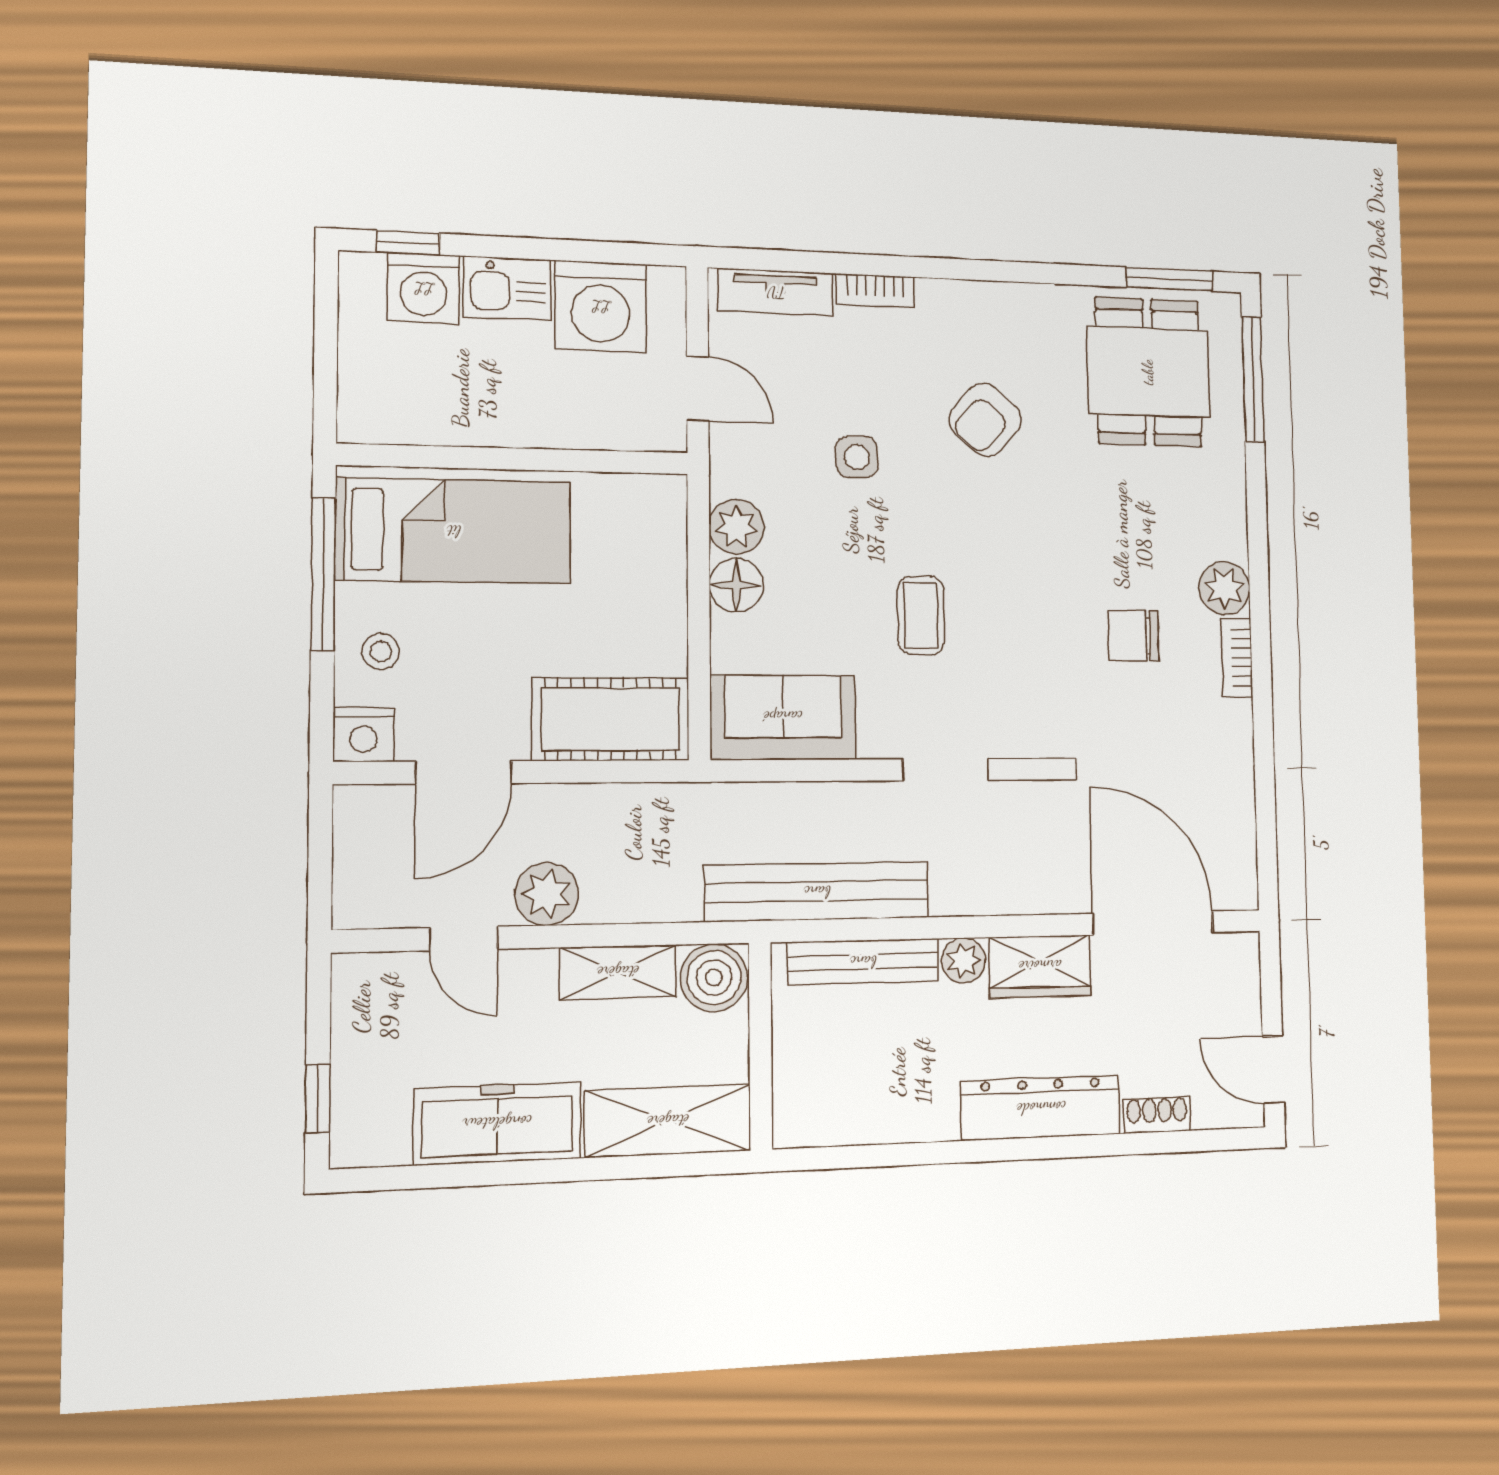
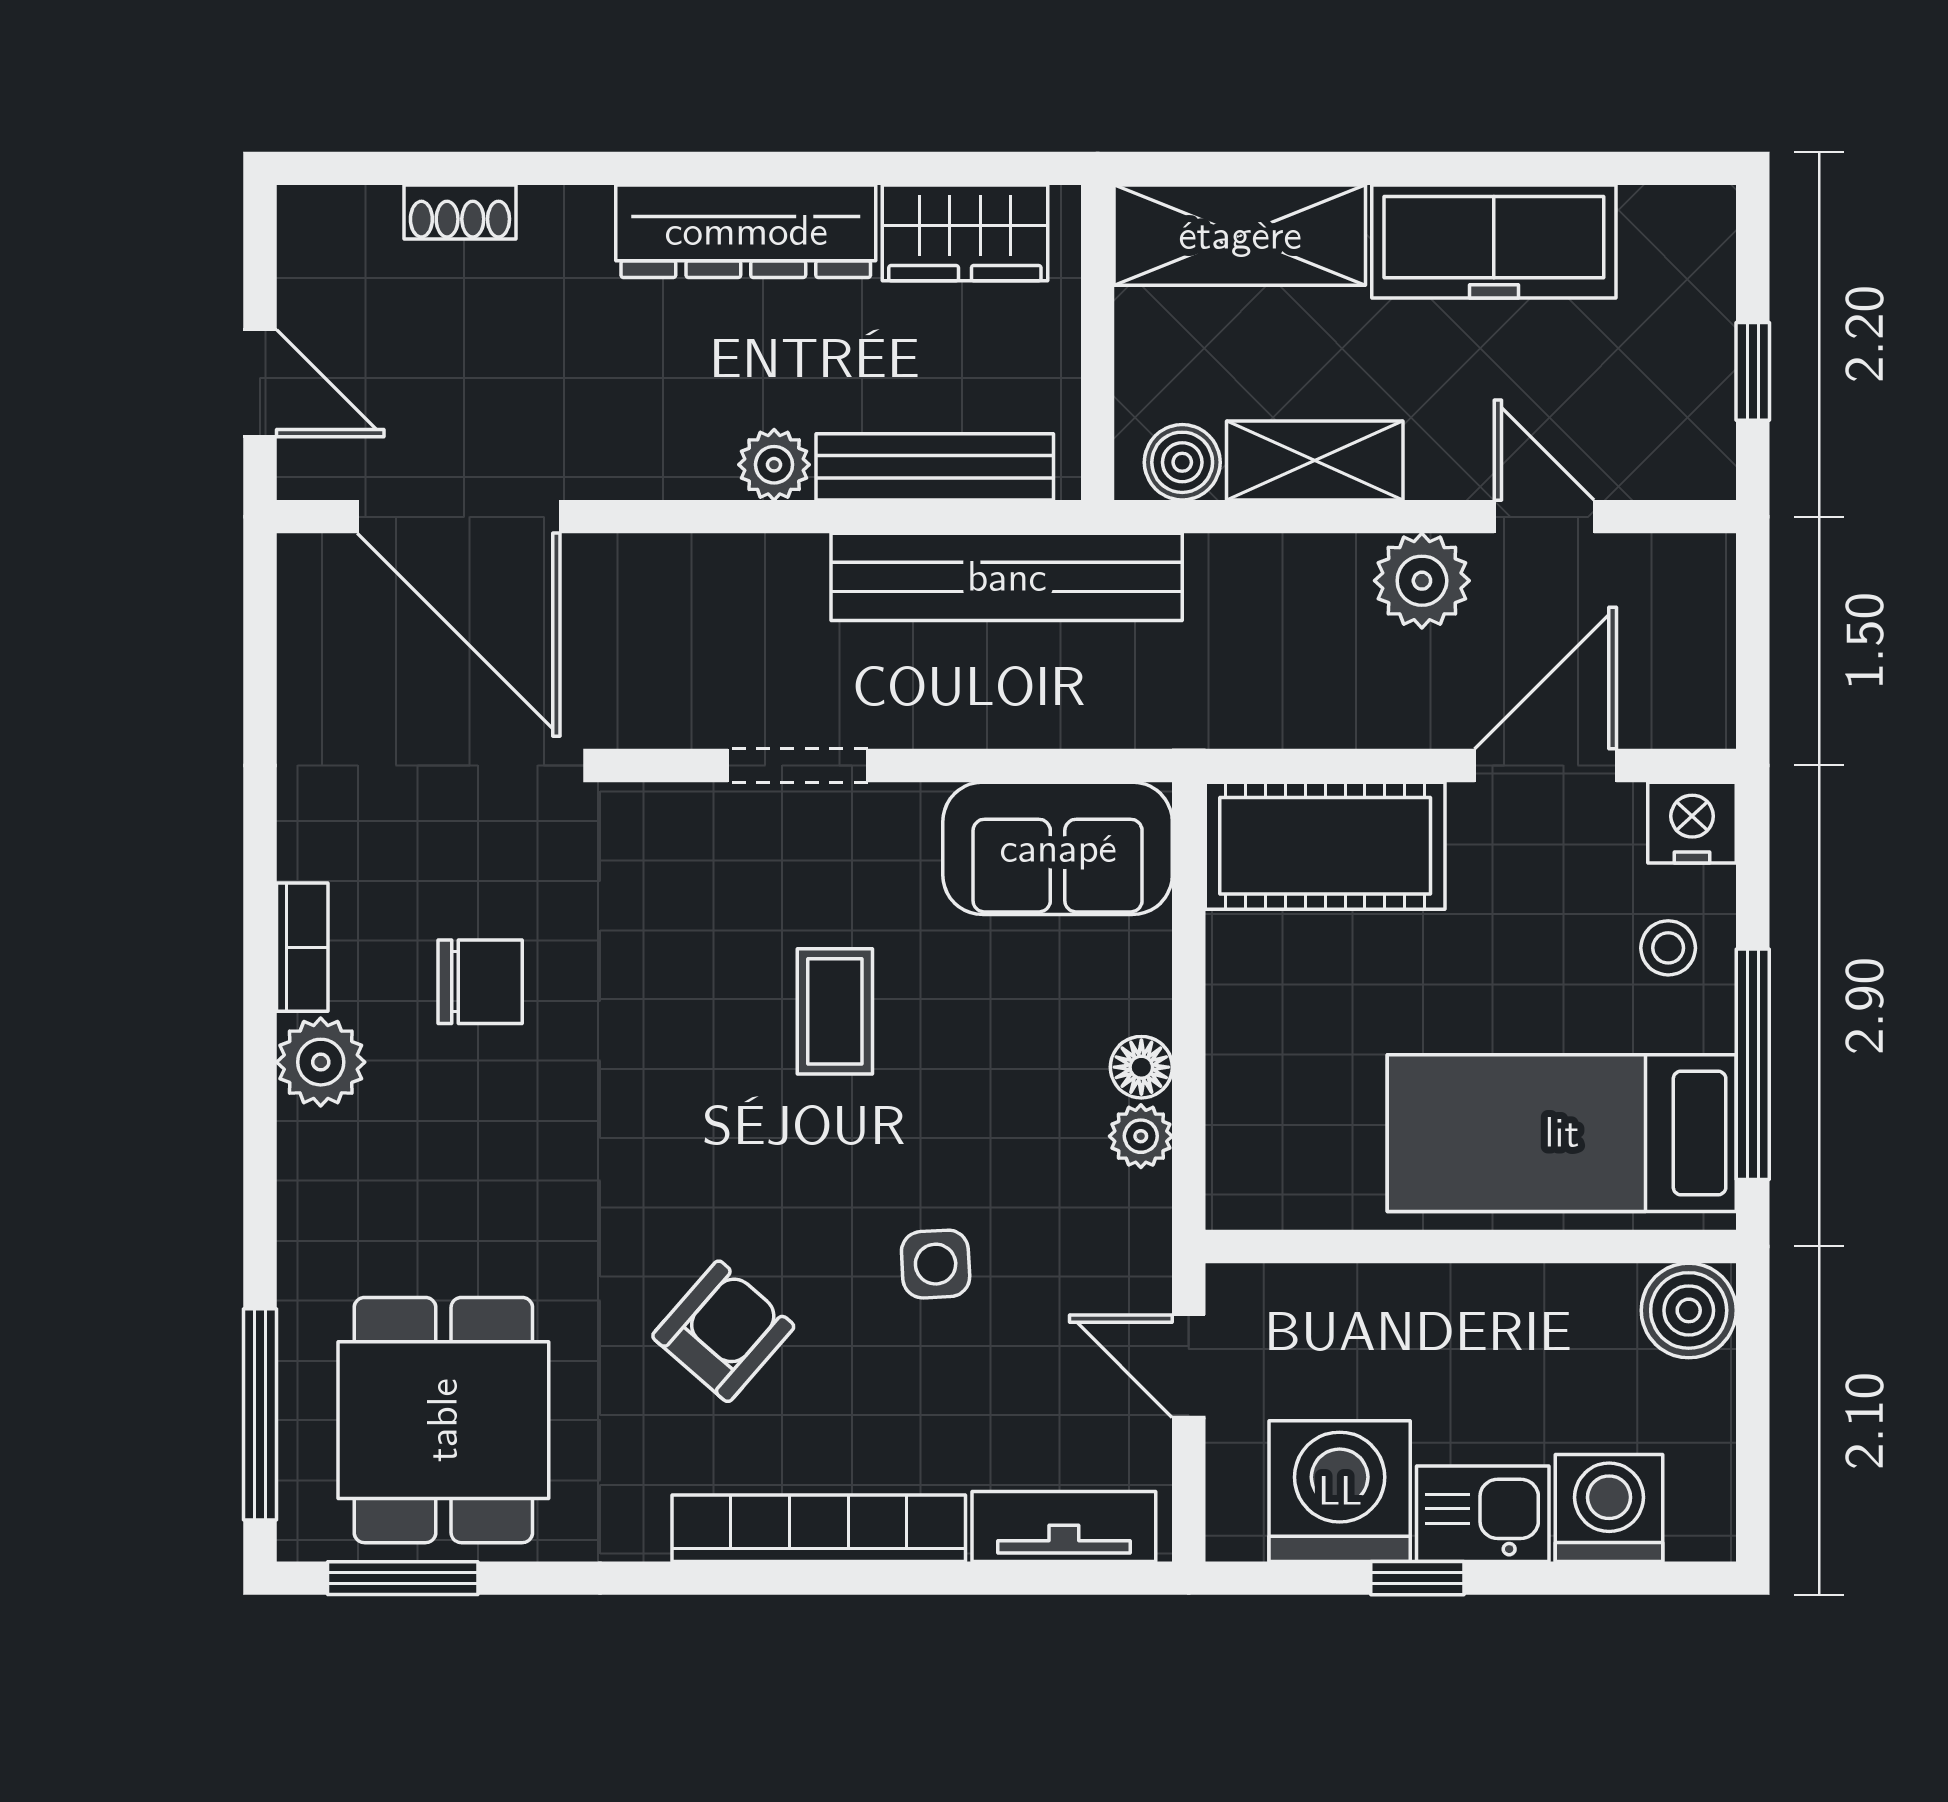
window: (408, 243) -> (1417, 1578), moved
bookcase: (875, 291) -> (819, 1528), width x2.31, depth x1.31
boiler: (369, 413) -> (1689, 1310), added
plant: (736, 527) -> (1141, 1136), width x0.73, depth x0.73
floor lamp: (736, 585) -> (1141, 1067), width x0.73, depth x0.73
wardrobe: (1040, 966) -> (965, 233), moved, turned 180
boiler: (714, 978) -> (1182, 462), width x0.73, depth x0.73
door: (1273, 1070) -> (260, 383), moved
window: (318, 1098) -> (1753, 371), moved
dresser: (1041, 1108) -> (746, 231), moved

